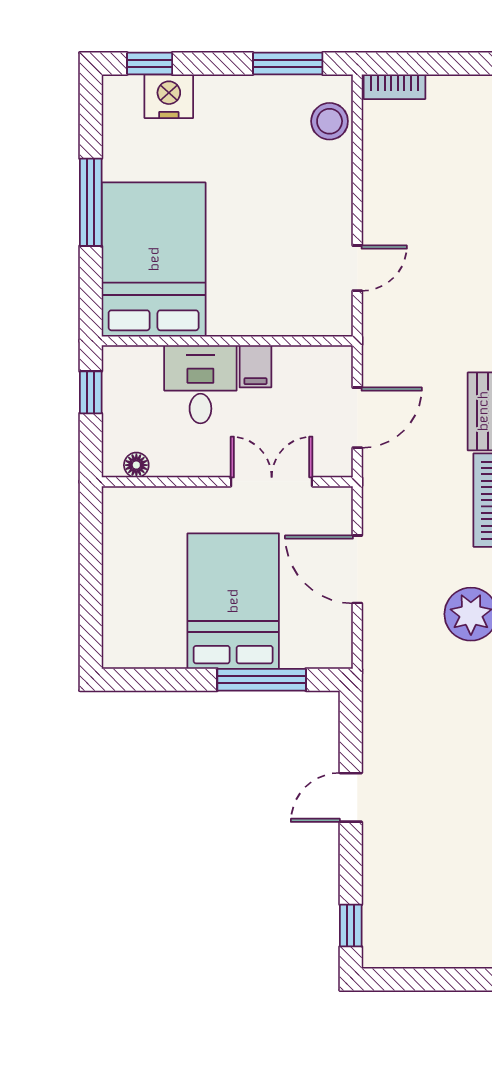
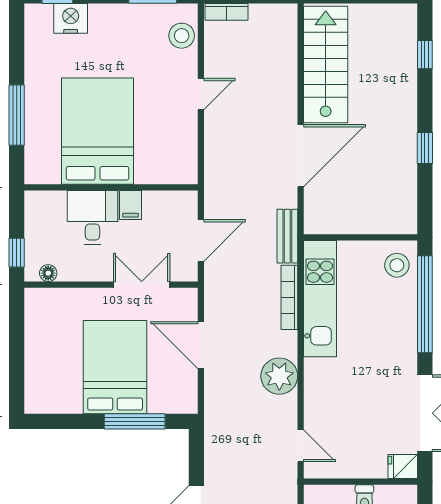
window: (91, 202) -> (17, 115), moved
bed: (154, 259) -> (97, 131), moved
door: (357, 268) -> (201, 94), moved
window: (91, 392) -> (17, 253), moved

